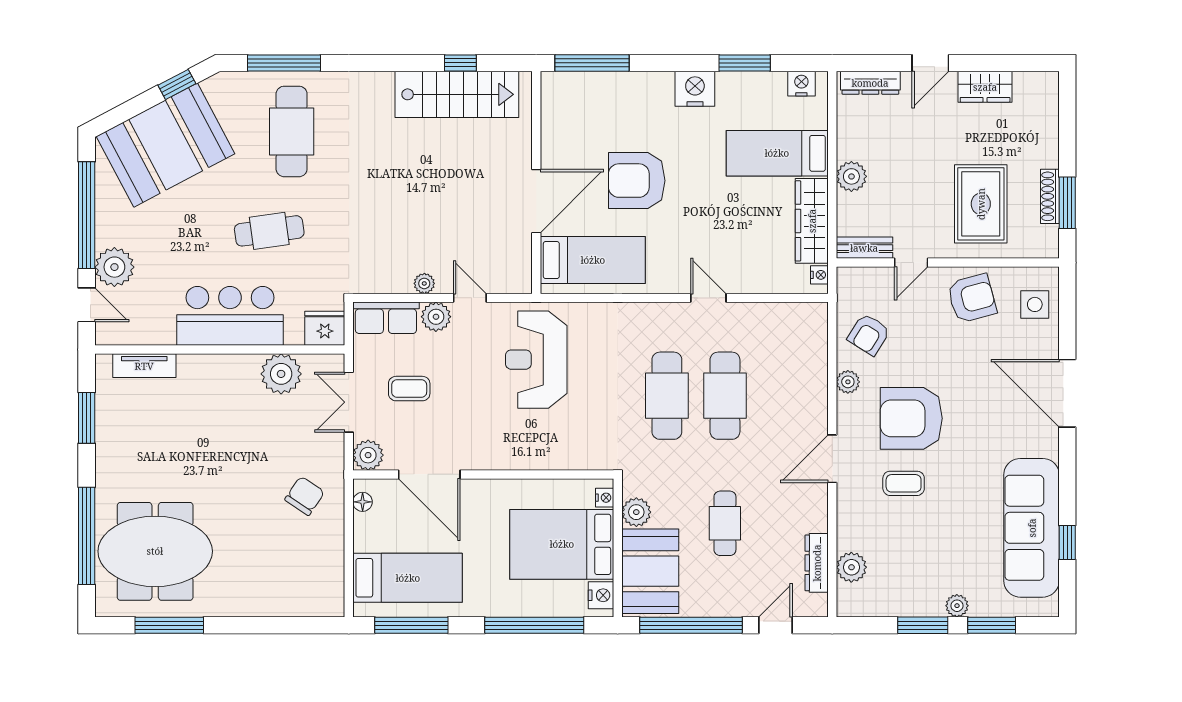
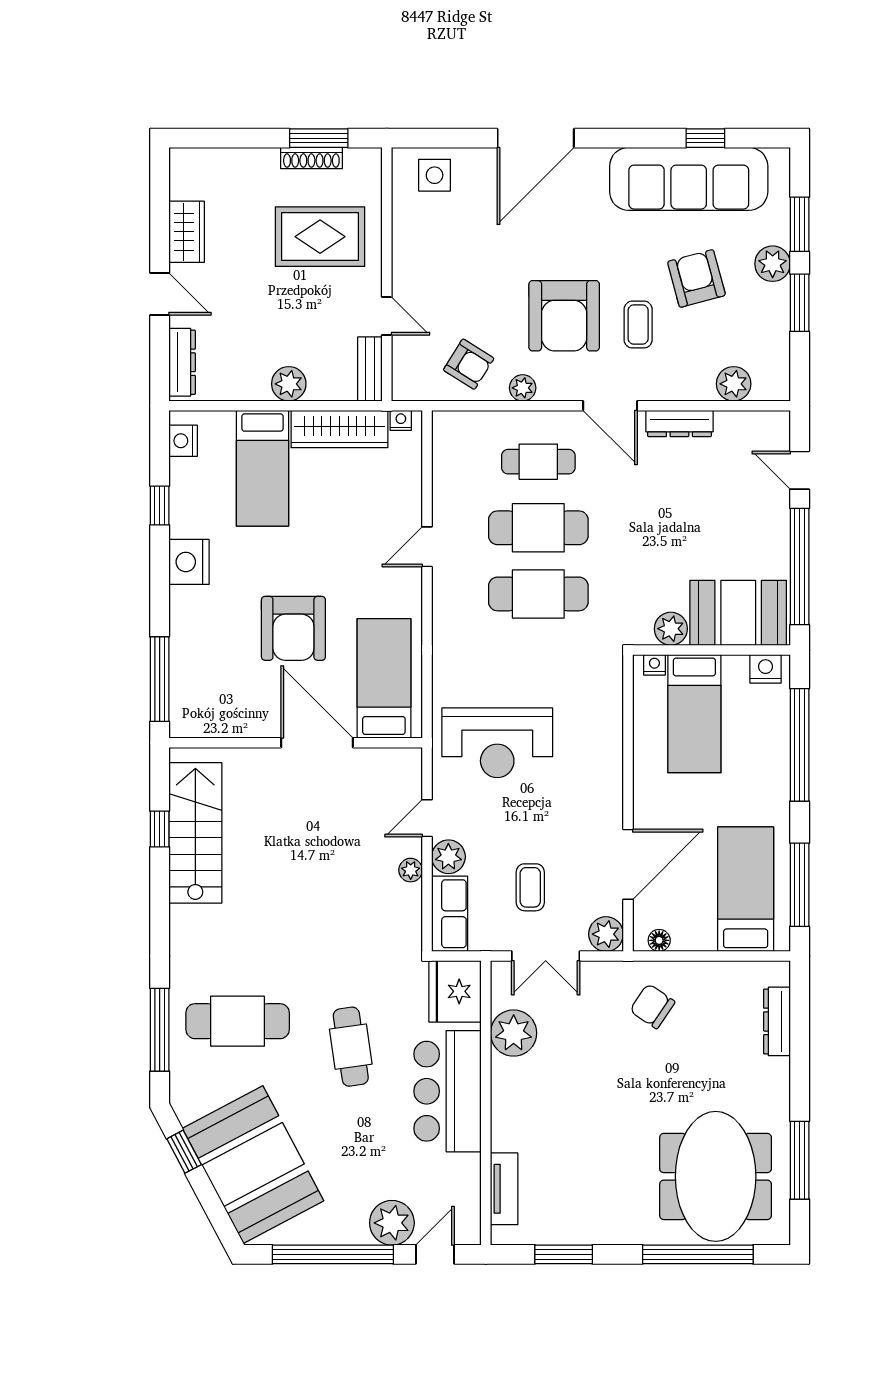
window: (745, 63) -> (160, 505), width x0.67
armchair: (972, 298) -> (696, 278), moved
fridge: (325, 328) -> (455, 991), width x1.36, depth x1.34
cafe table: (725, 523) -> (538, 462), moved
bed: (562, 544) -> (694, 714), width x0.67
dresser: (817, 563) -> (679, 423), moved
dresser: (291, 605) -> (777, 1021), added
plant: (957, 606) -> (773, 264), width x1.38, depth x1.38

